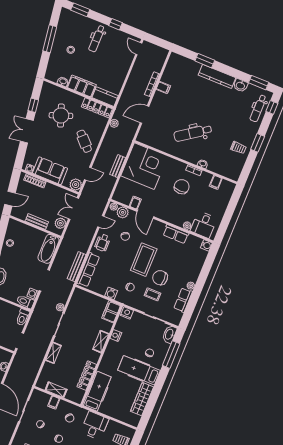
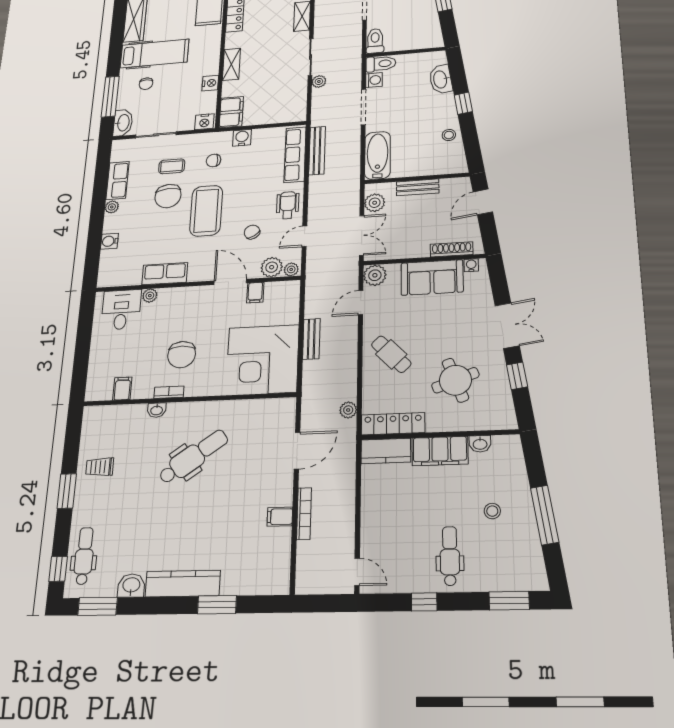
water cooler: (206, 245) -> (109, 241), moved
chair: (160, 278) -> (168, 196), turned 87

